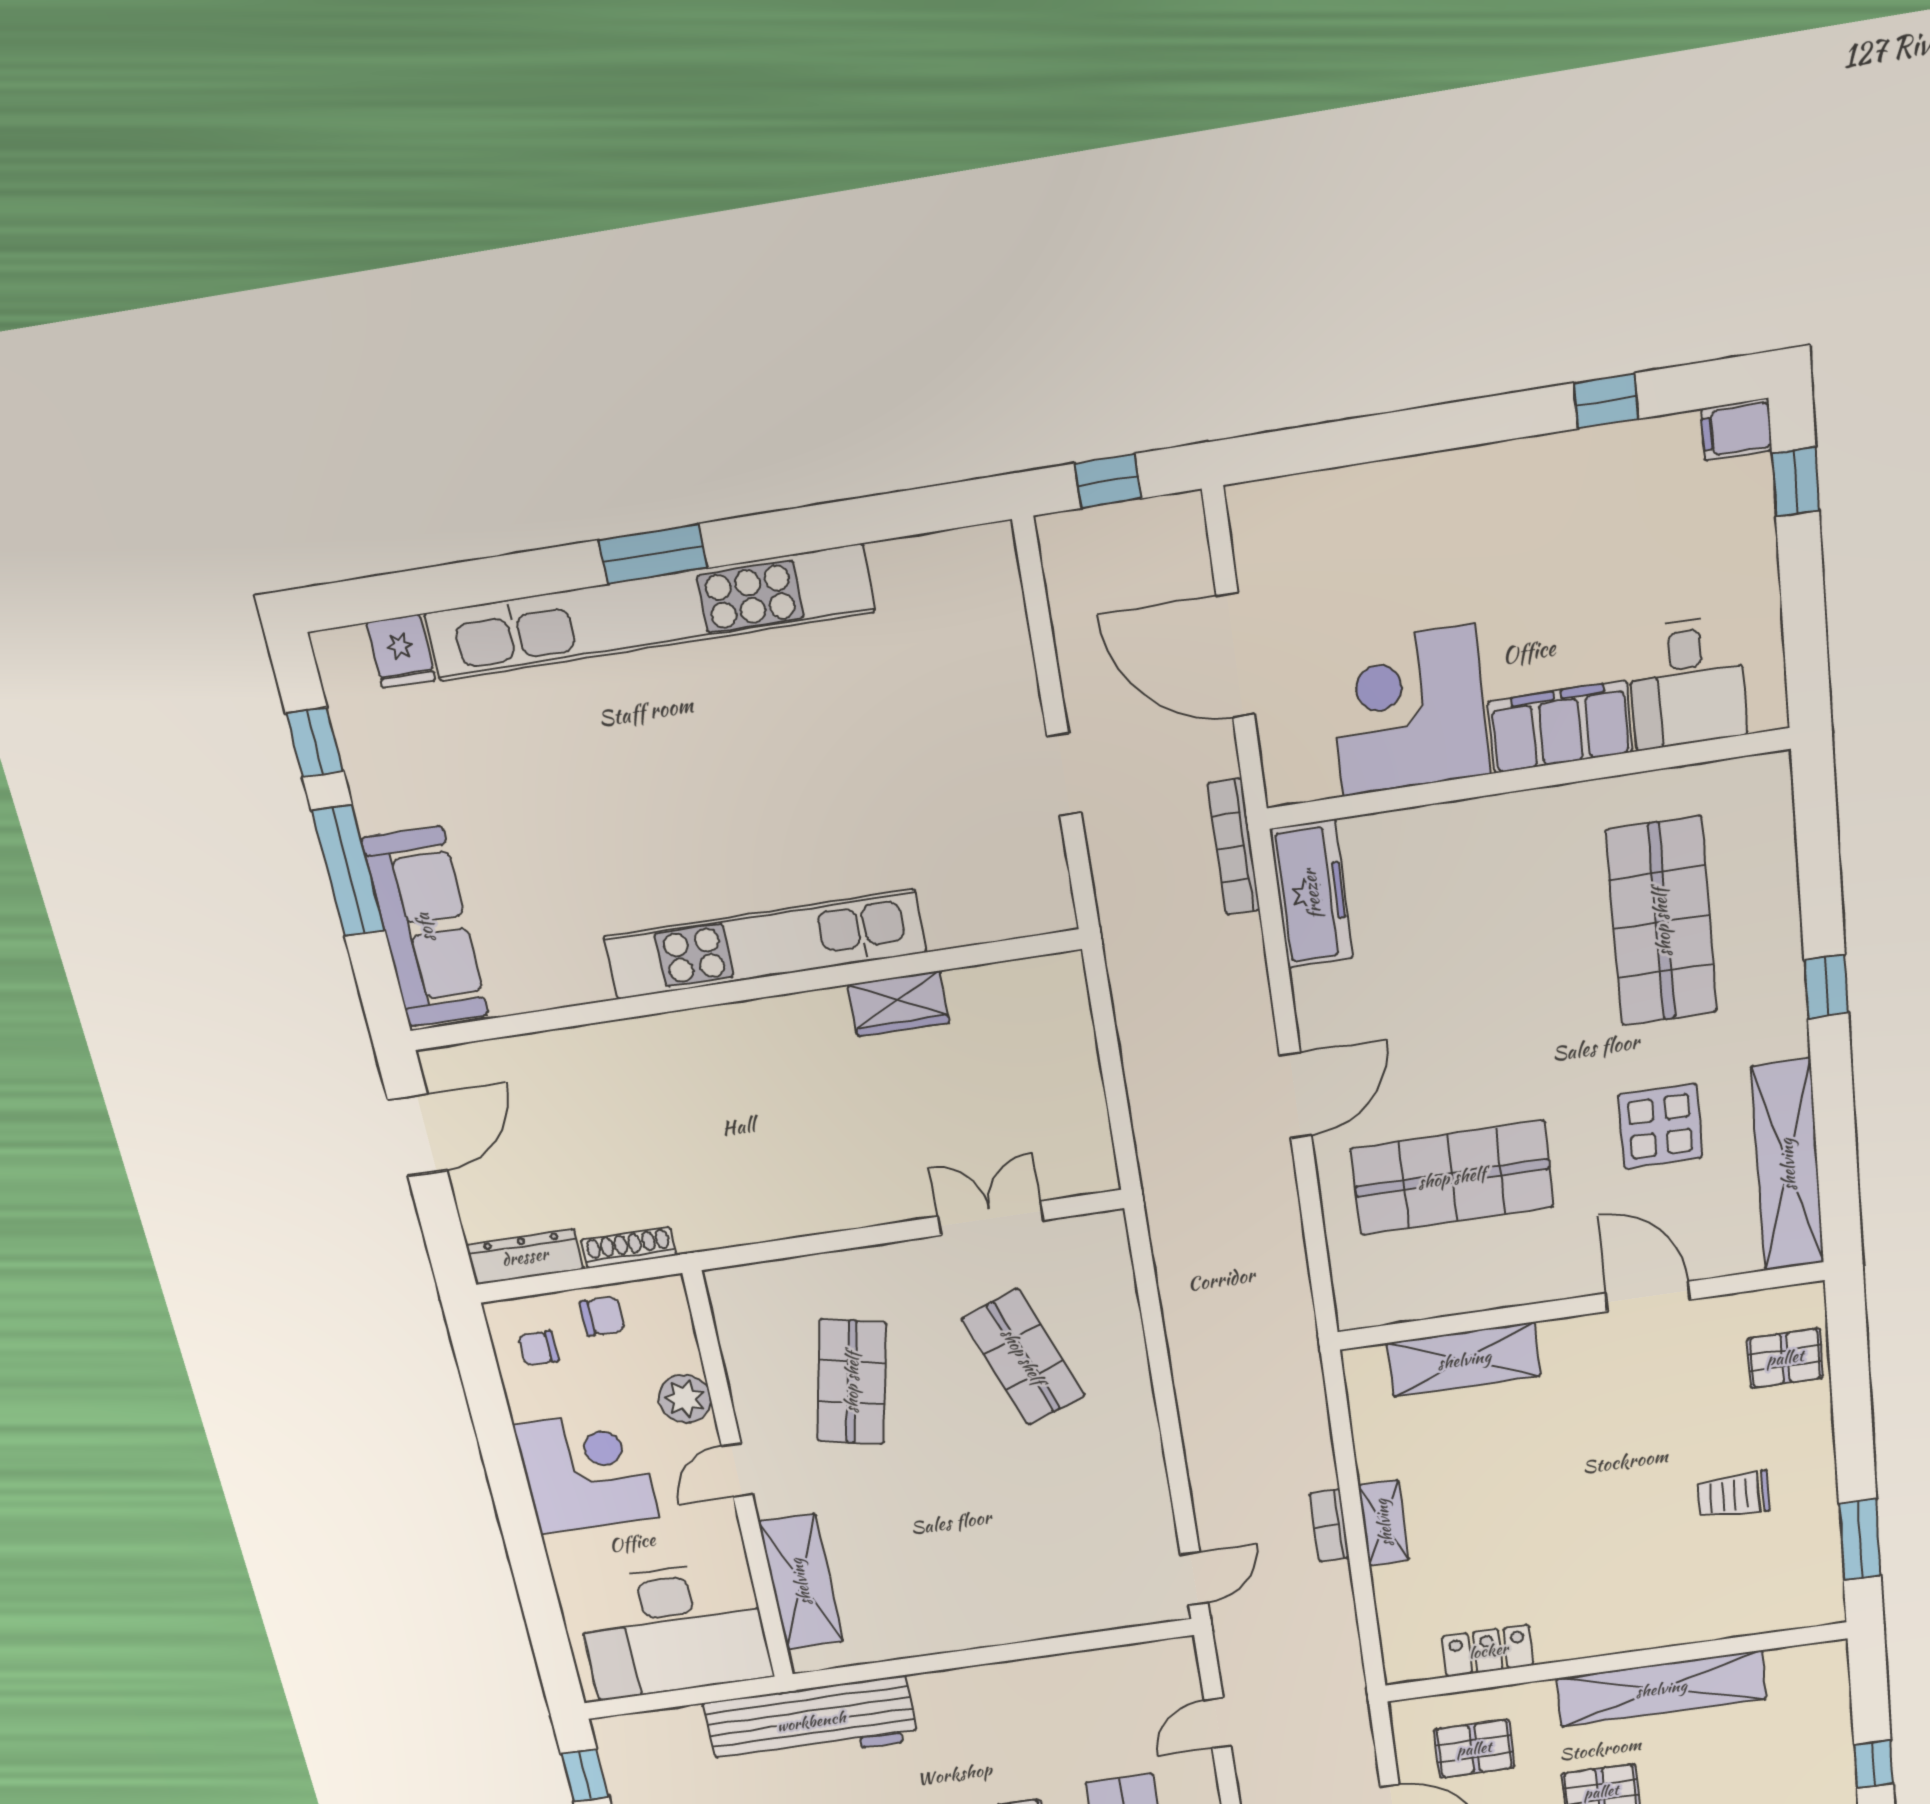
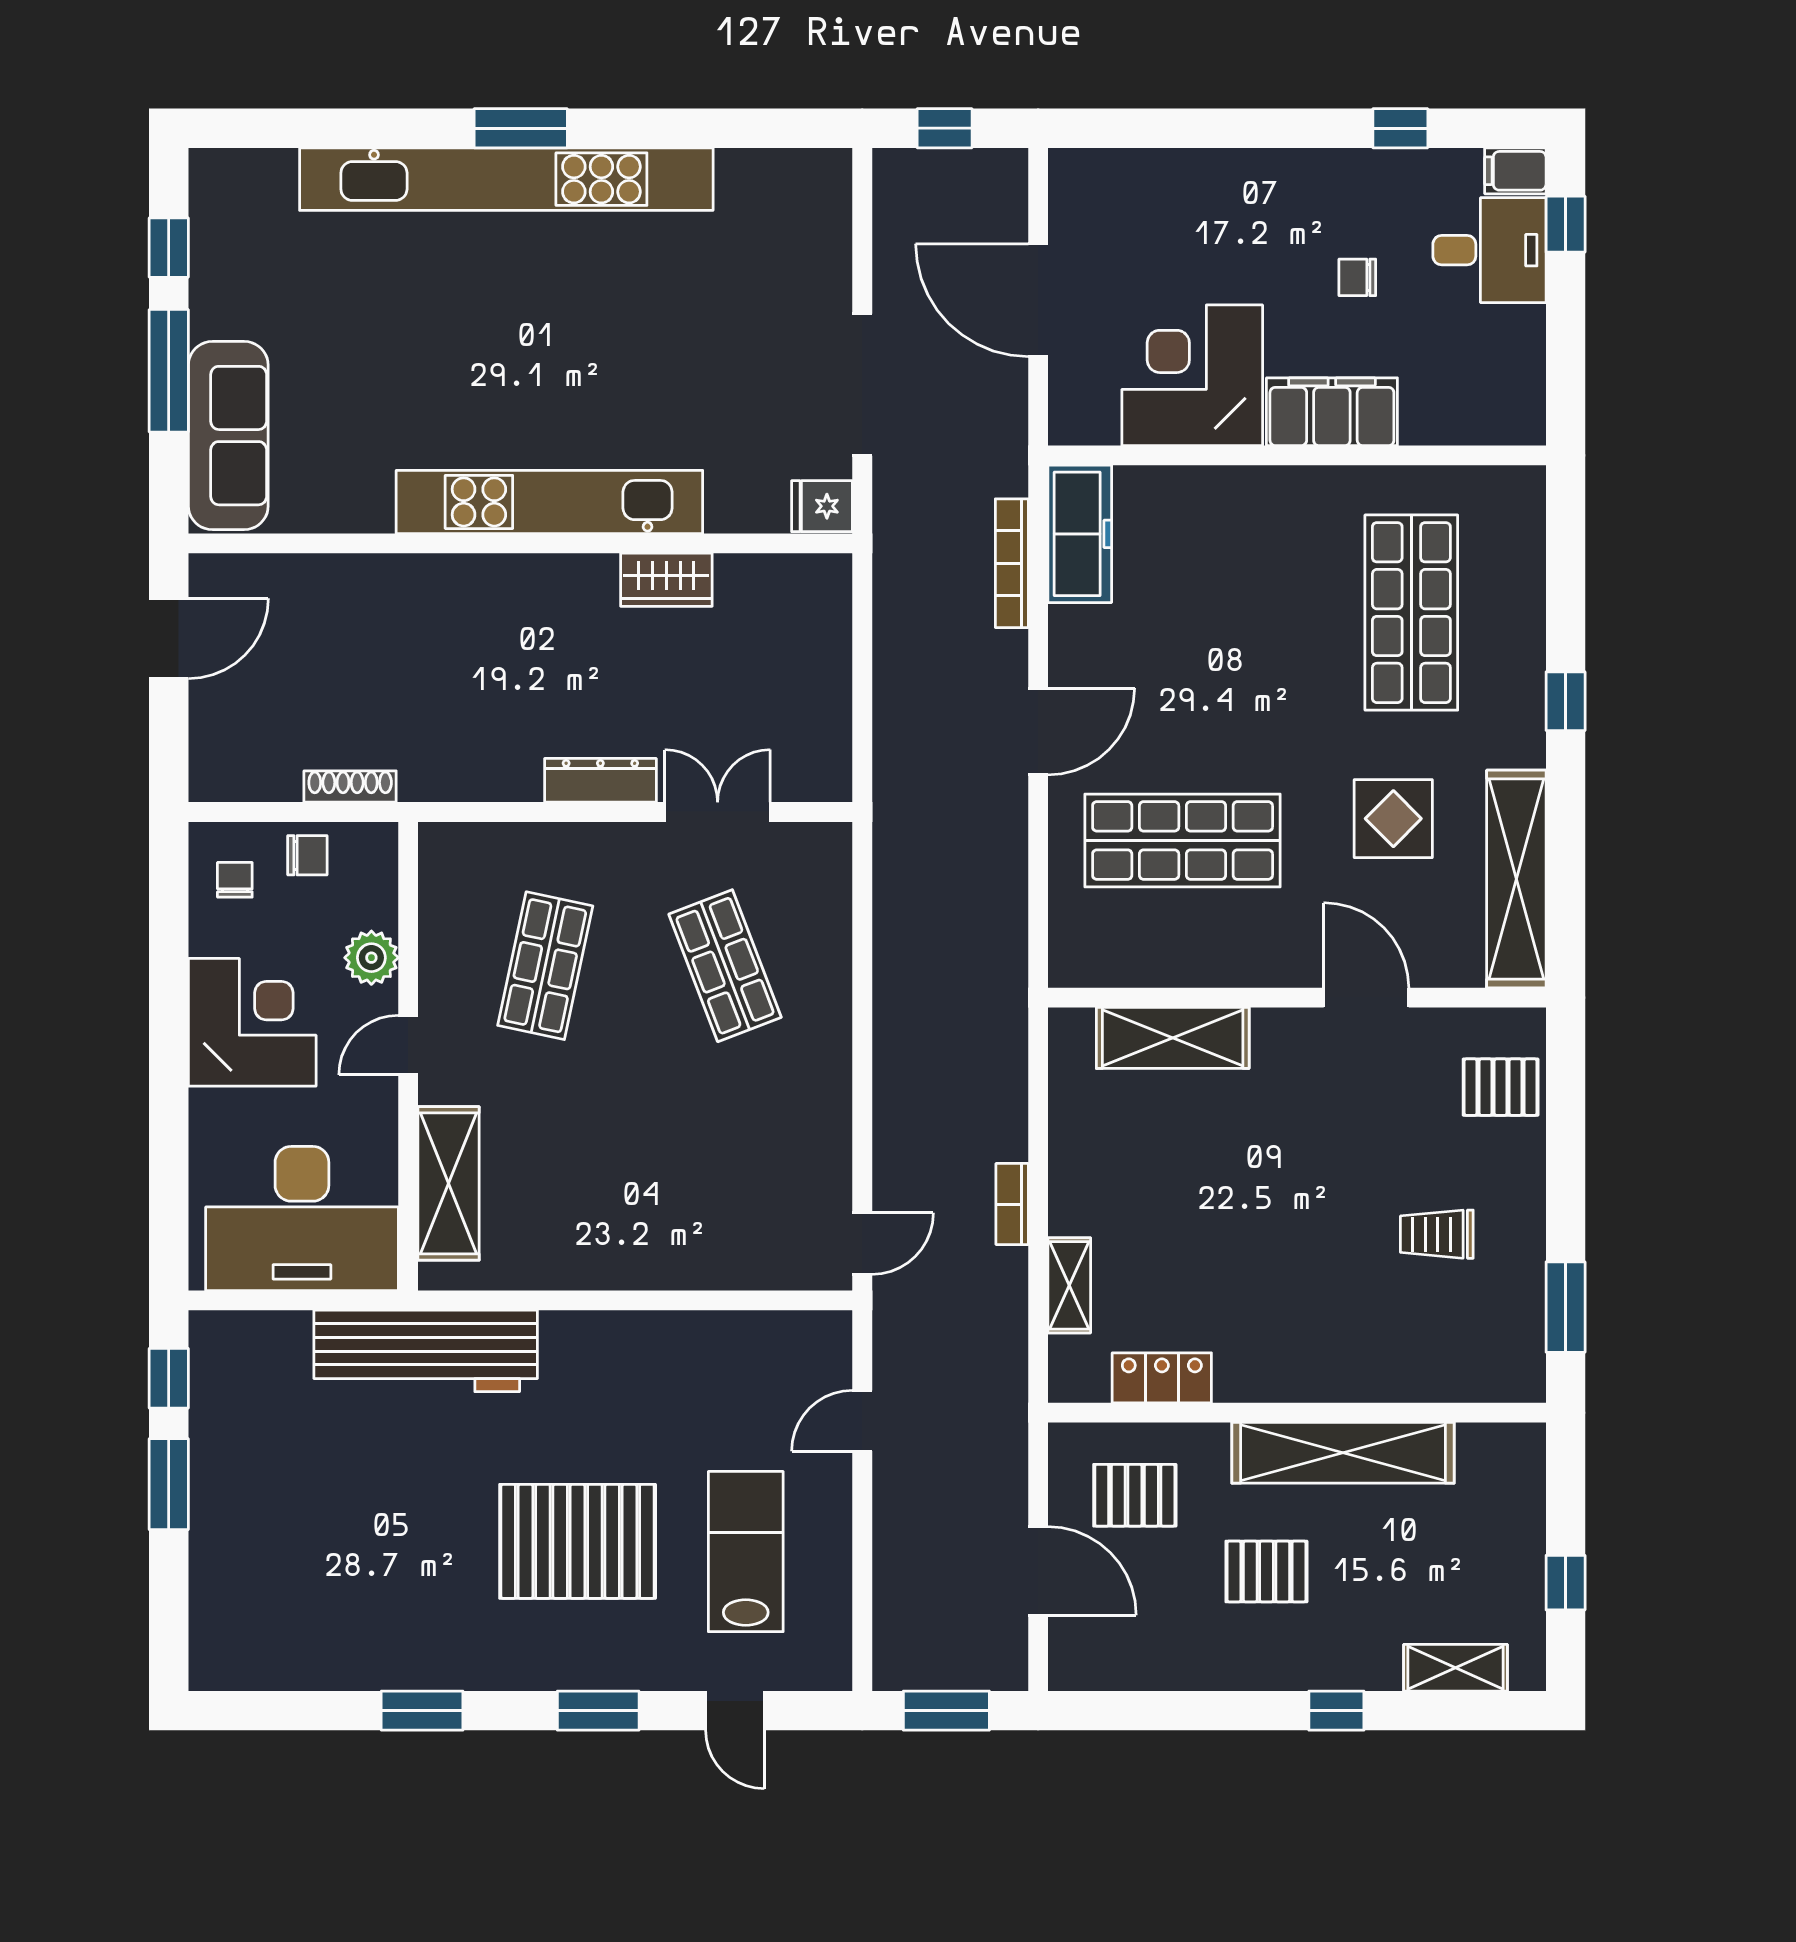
chair: (1574, 577) -> (1357, 277), added
fridge: (401, 651) -> (822, 506), moved, turned 90
desk: (1687, 683) -> (1489, 250), moved, turned -90
doorway: (1064, 775) -> (862, 385), width x1.88
bookcase: (1234, 847) -> (1012, 563), moved
dresser: (525, 1257) -> (600, 780), moved
chair: (538, 1348) -> (235, 880), turned 90
shelving: (1384, 1523) -> (1069, 1285), moved

